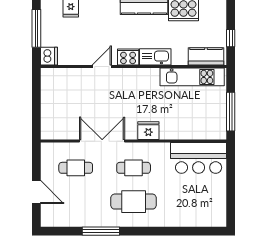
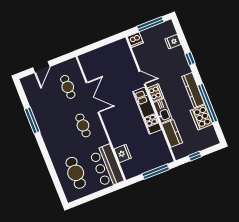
kitchen counter: (206, 56) -> (172, 133), moved
kitchen unit: (192, 77) -> (147, 111), moved
window: (231, 112) -> (156, 172), moved
fridge: (148, 131) -> (123, 153), moved
cafe table: (134, 202) -> (76, 173), moved

